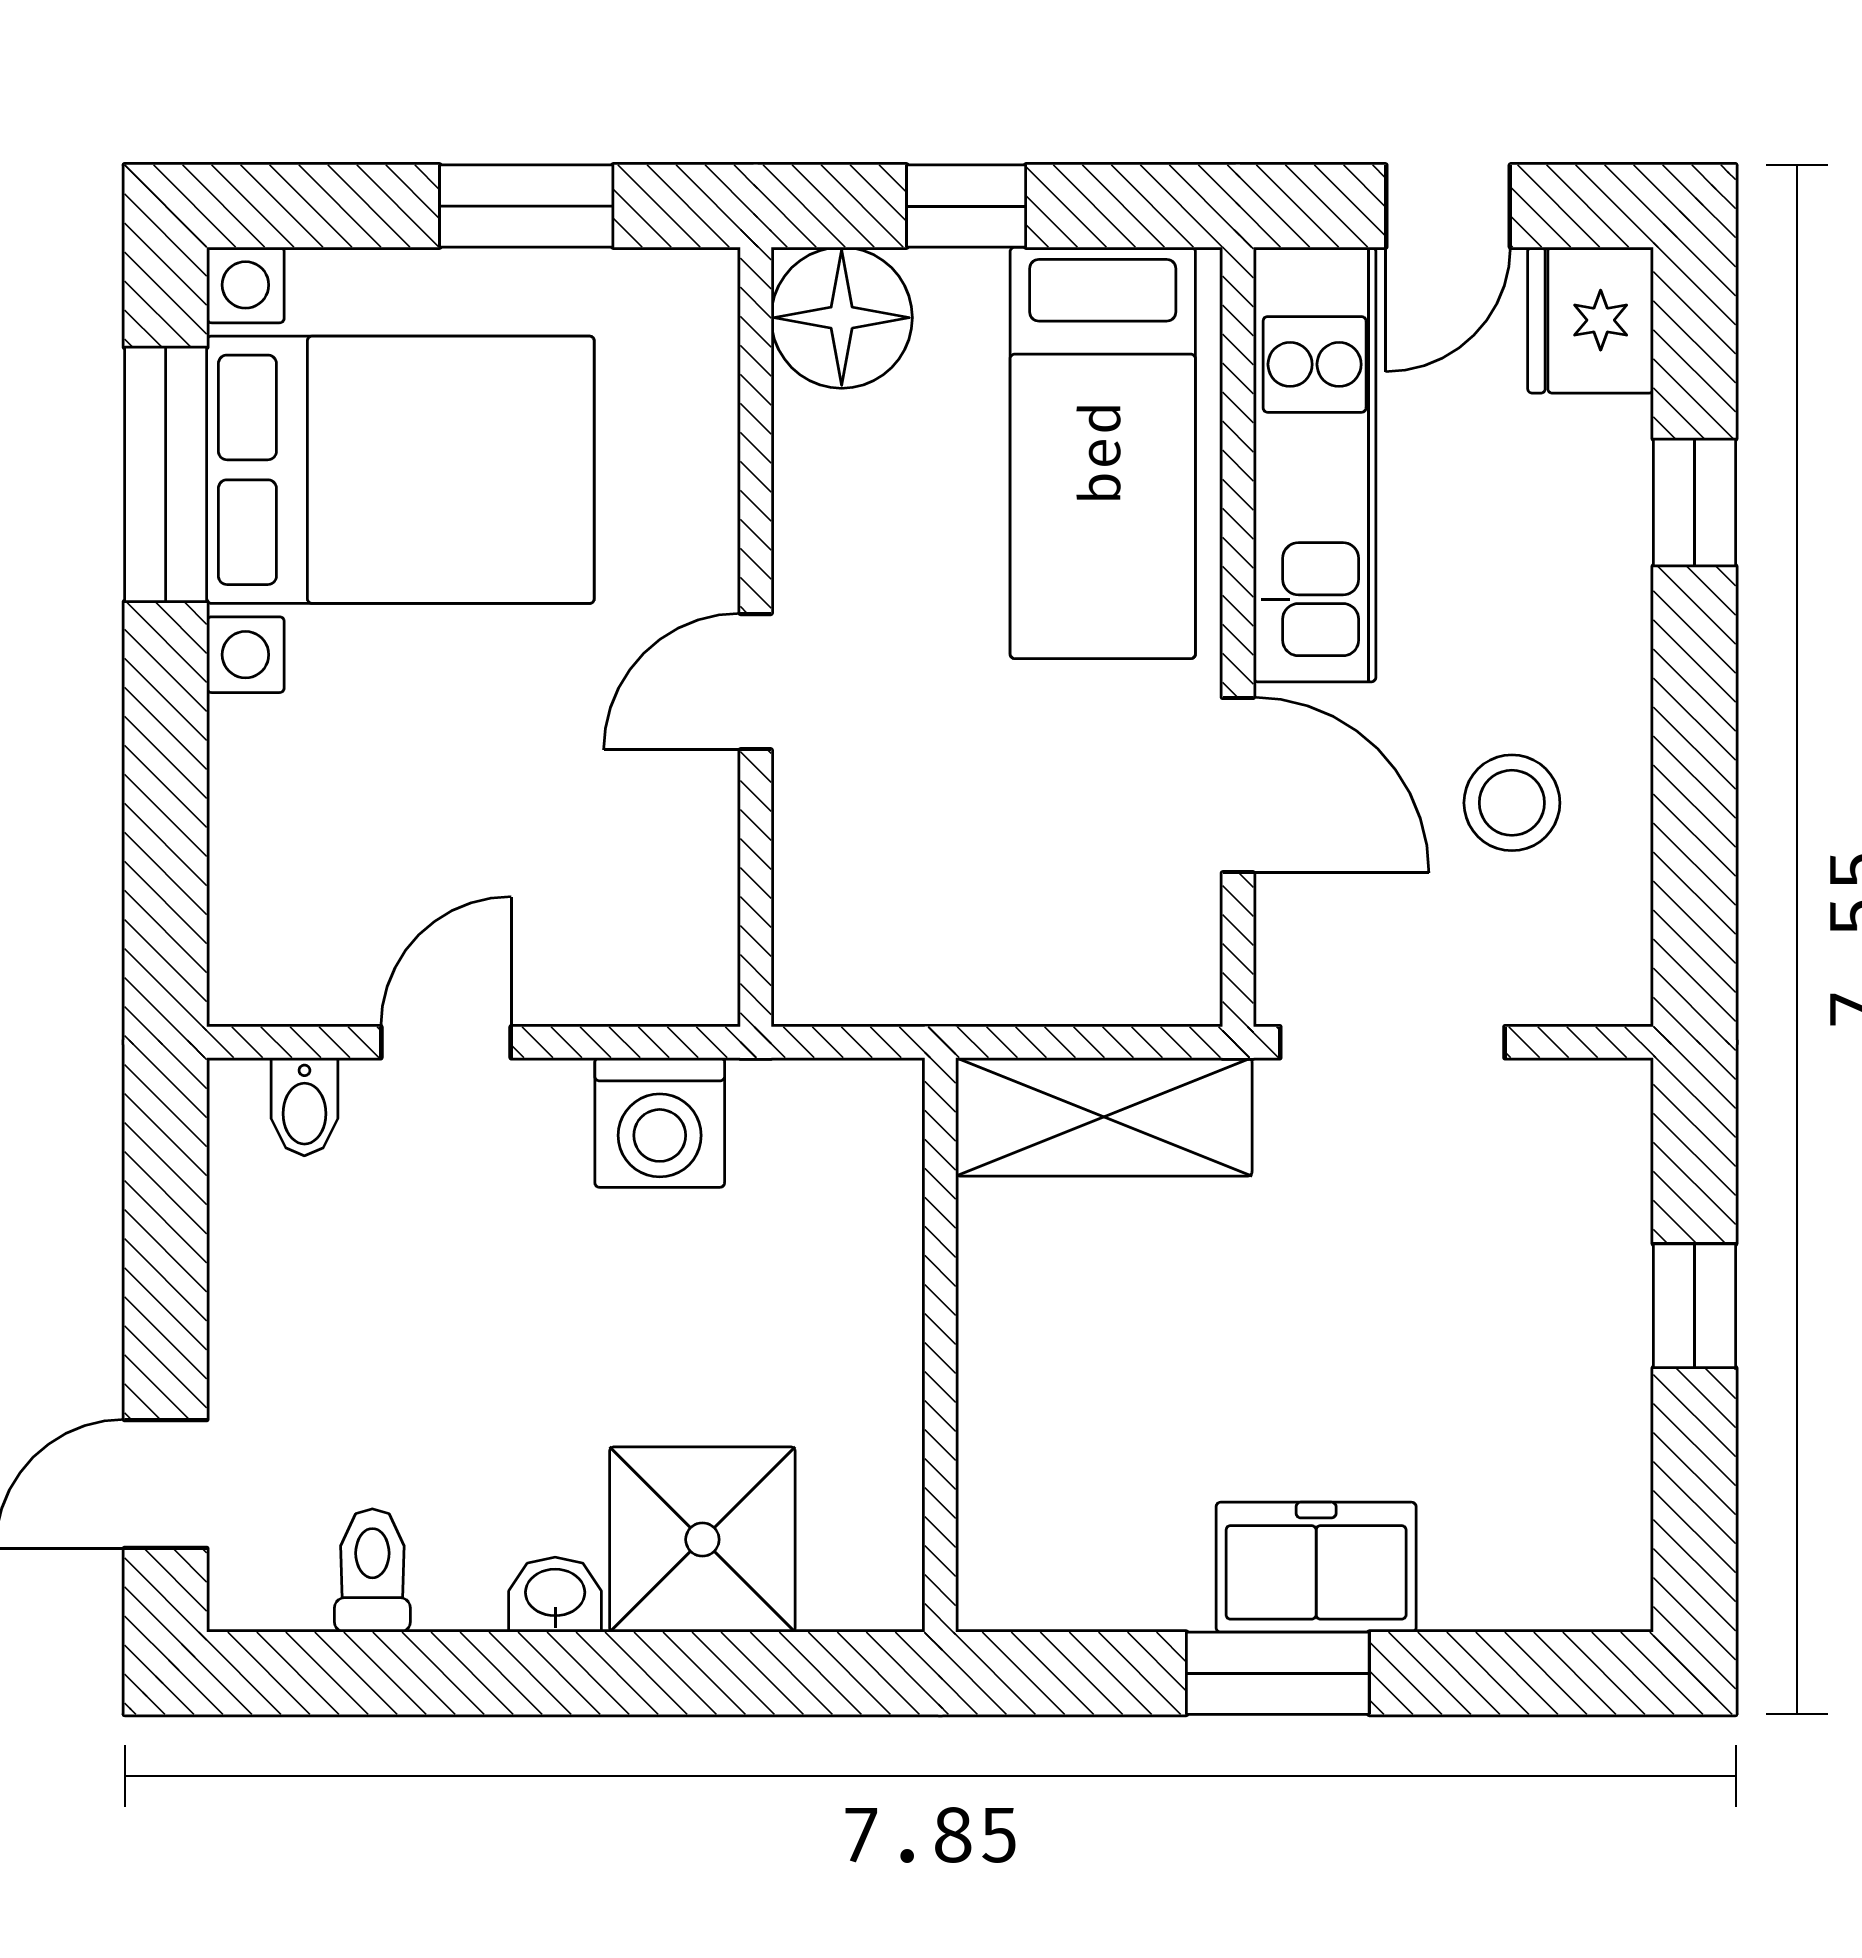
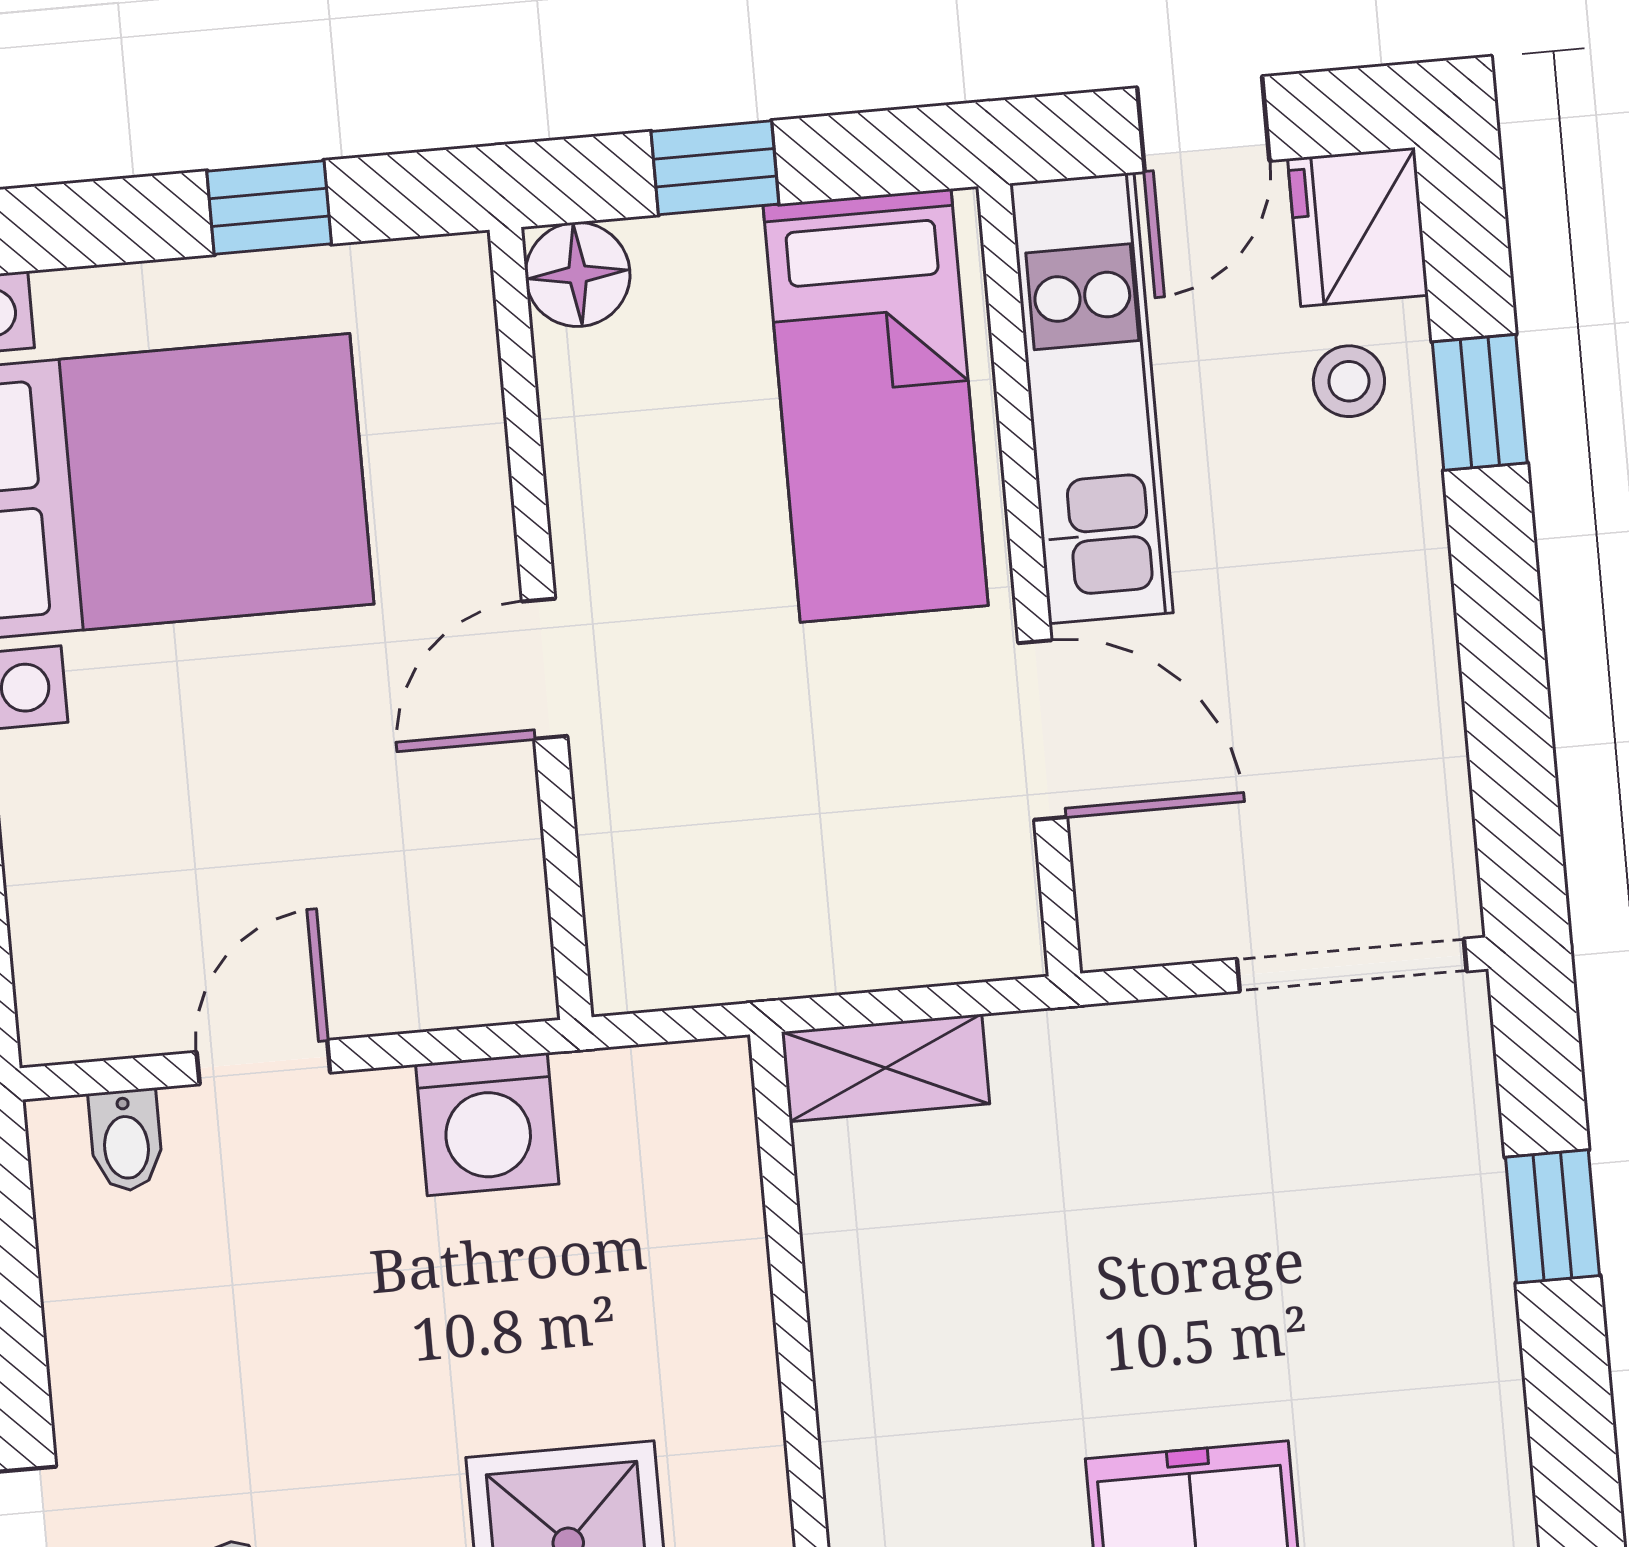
window: (526, 206) -> (269, 208), width x0.67
floor lamp: (842, 318) -> (578, 274), width x0.73, depth x0.73
stool: (1512, 803) -> (1349, 381), moved, width x0.73, depth x0.73
doorway: (1392, 1042) -> (1352, 965), moved
shelving: (1104, 1117) -> (885, 1068), width x0.67, depth x0.75

